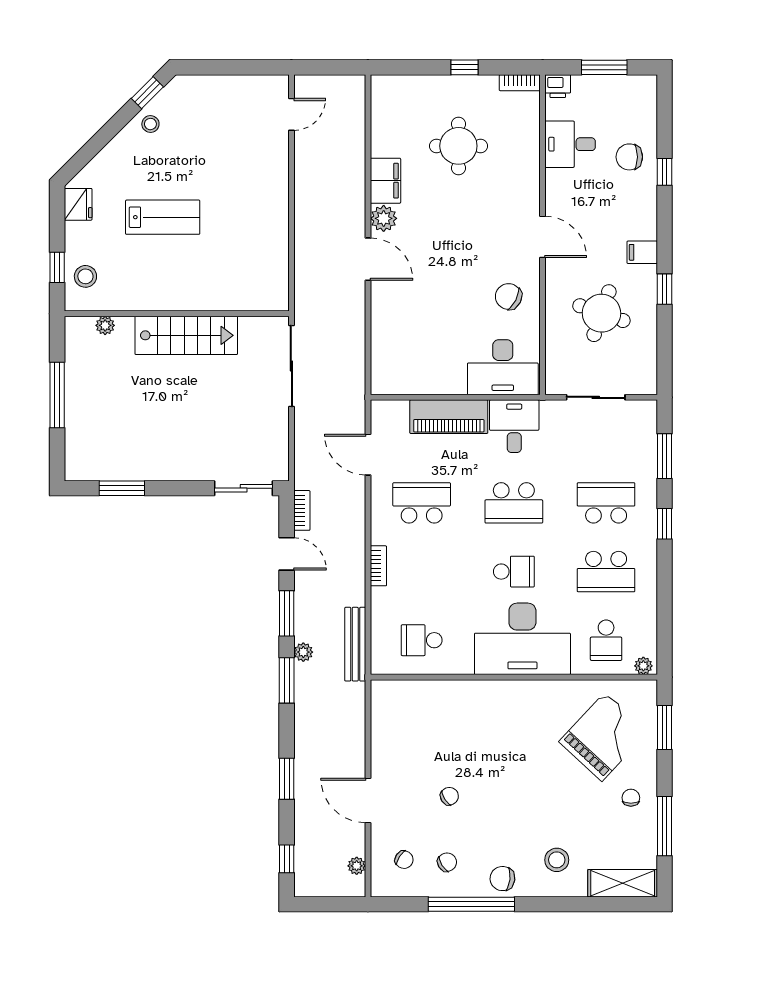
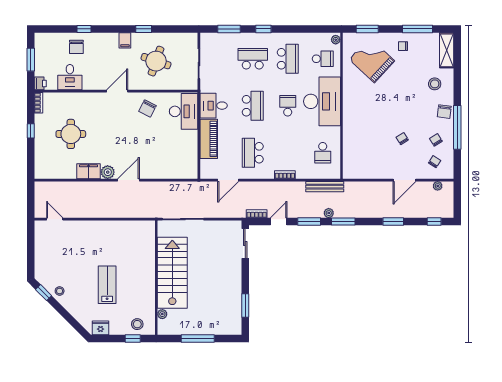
stairs: (186, 335) -> (172, 273), width x1.36, depth x1.51
school desk: (606, 503) -> (253, 59), turned 90

